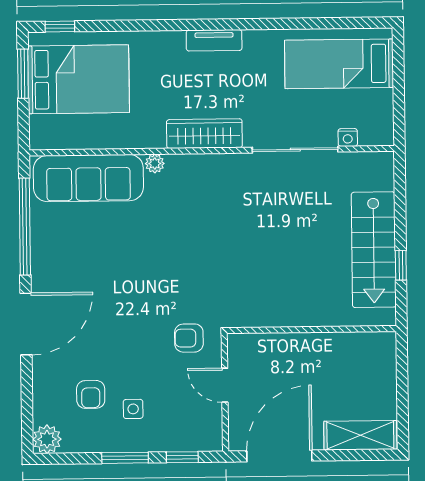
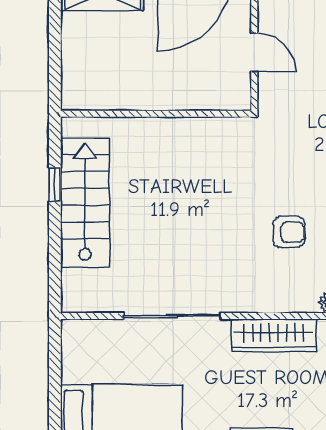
nightstand: (348, 137) -> (113, 329), removed
armchair: (189, 338) -> (289, 232), moved

